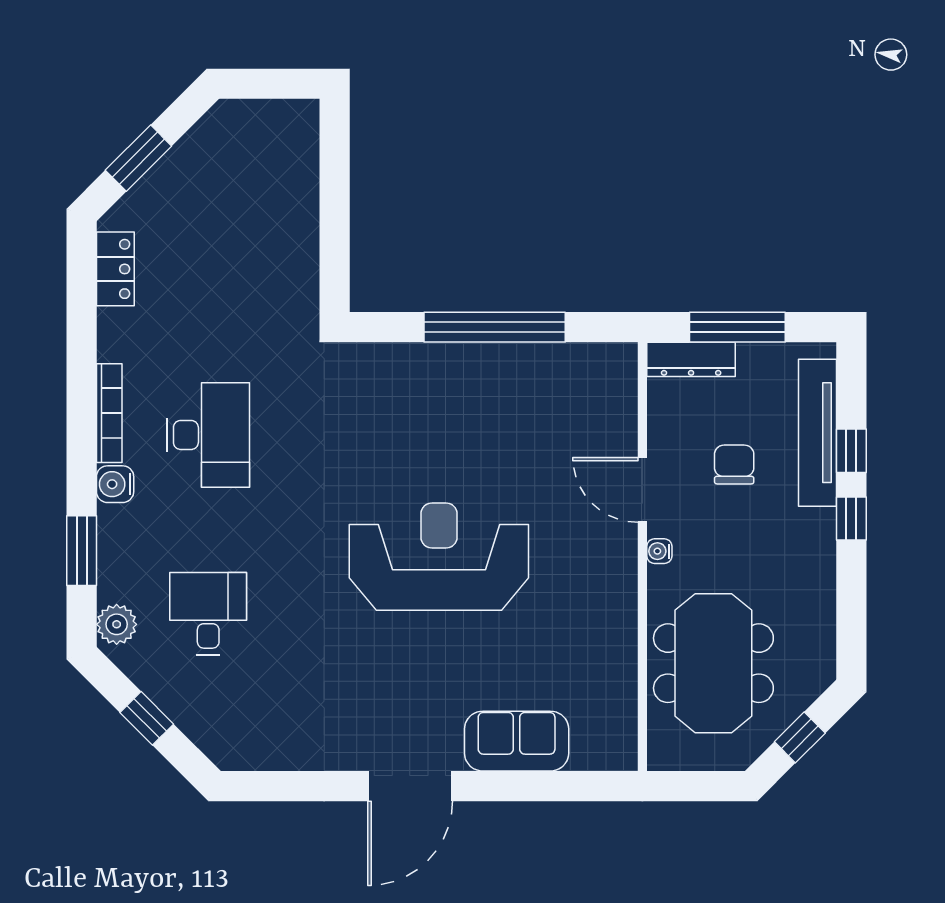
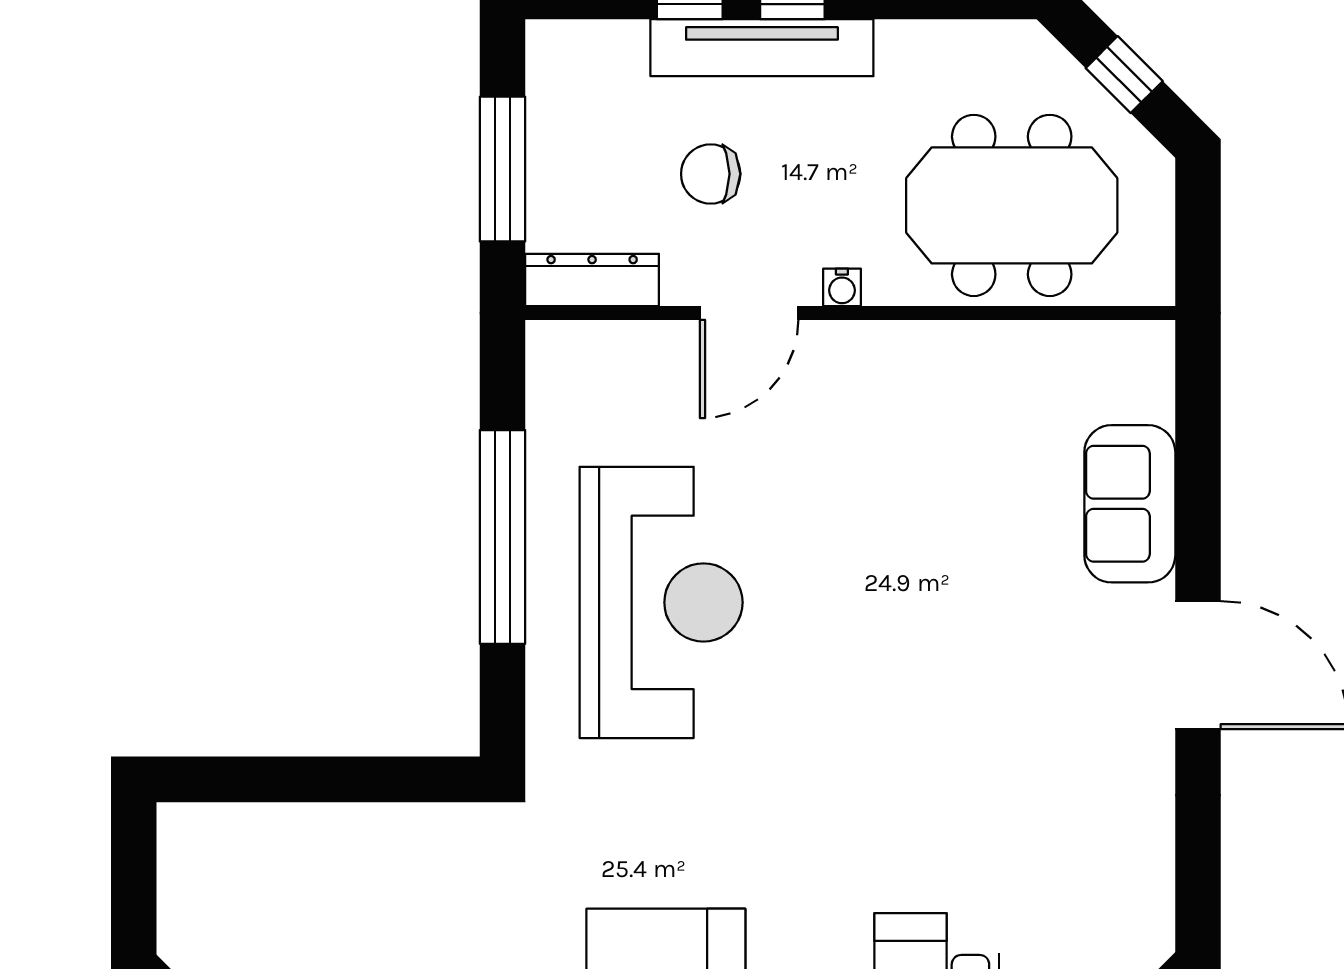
dresser: (691, 359) -> (592, 280), moved, turned -90
tv unit: (818, 433) -> (762, 48), moved
reception desk: (439, 557) -> (661, 602), moved, turned 180

